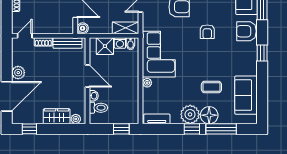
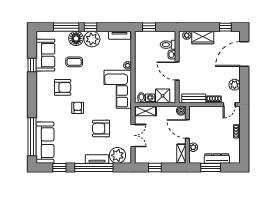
armchair: (246, 31) -> (63, 87), moved
window: (262, 53) -> (32, 65), moved
plant: (18, 73) -> (235, 85), moved

